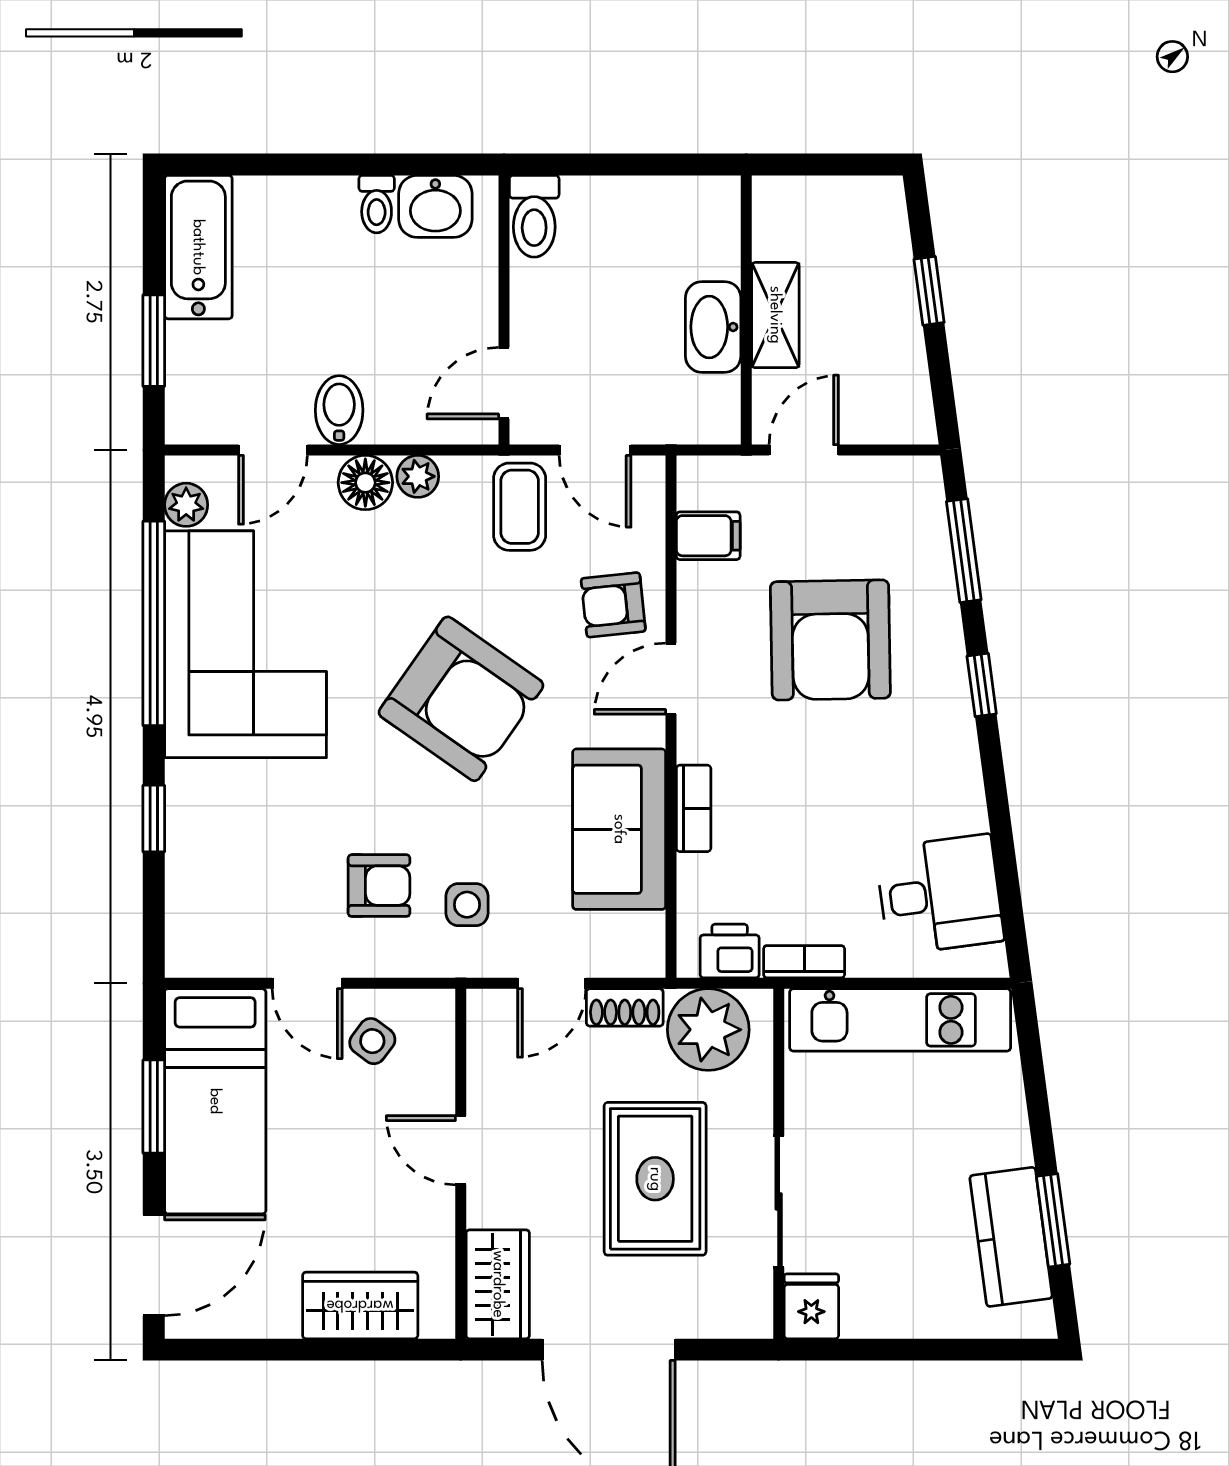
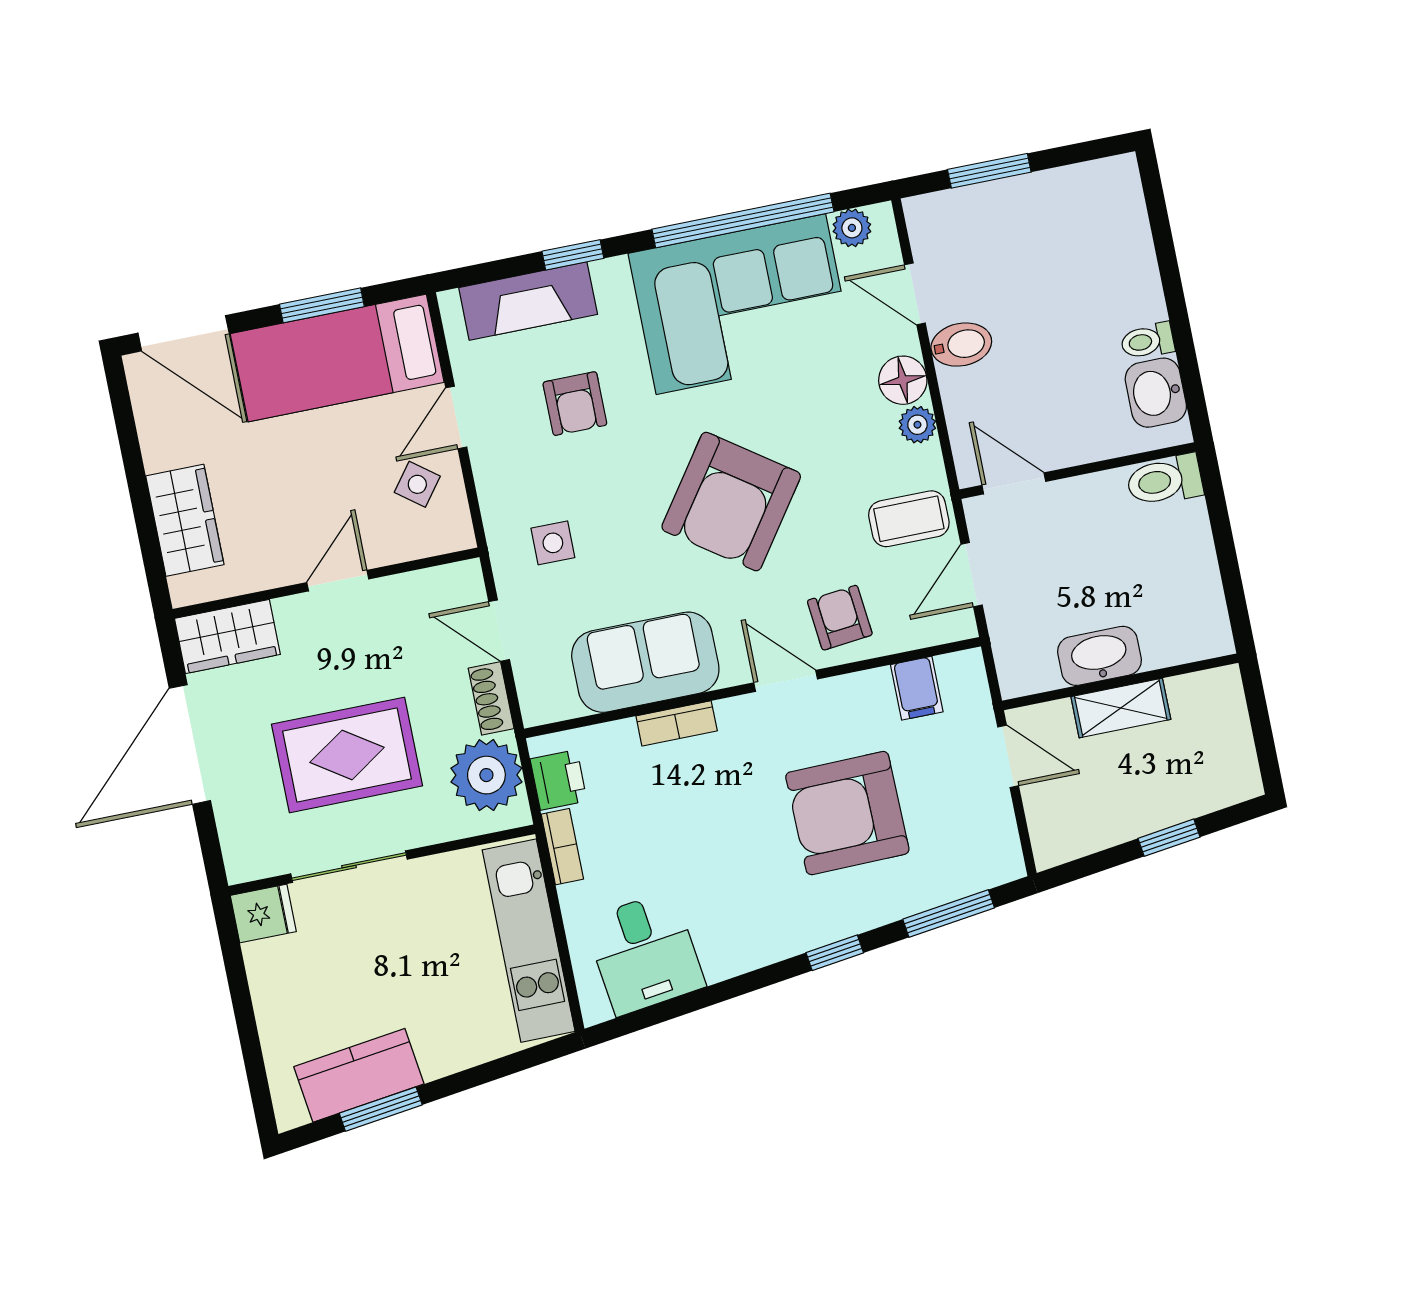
bathtub: (198, 247) -> (1079, 193), removed
fireplace: (195, 878) -> (528, 301), added
armchair: (379, 886) -> (575, 404), moved

